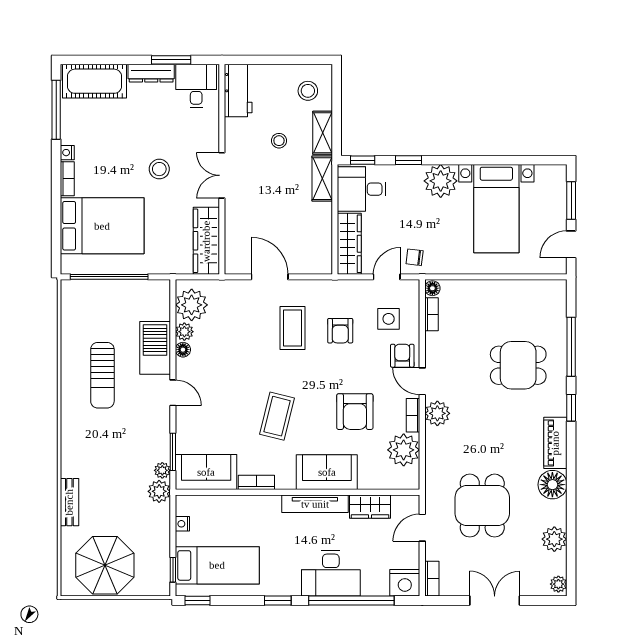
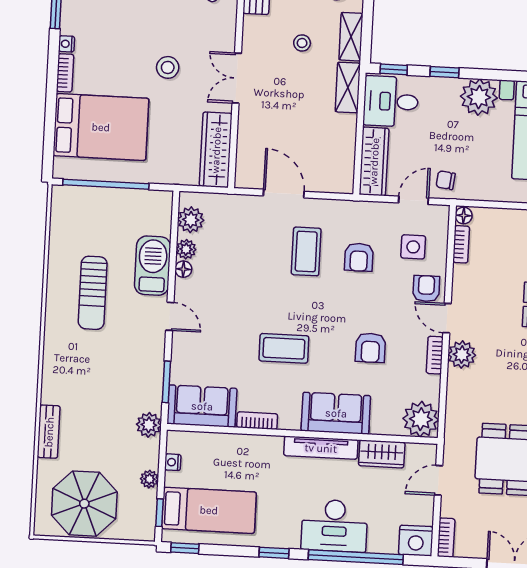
plant: (192, 305) -> (191, 220), width x0.73, depth x0.73
armchair: (355, 412) -> (370, 348), width x0.72, depth x0.72
coffee table: (277, 416) -> (284, 348), turned 76
plant: (404, 450) -> (421, 419), moved
plant: (162, 470) -> (149, 479), moved

